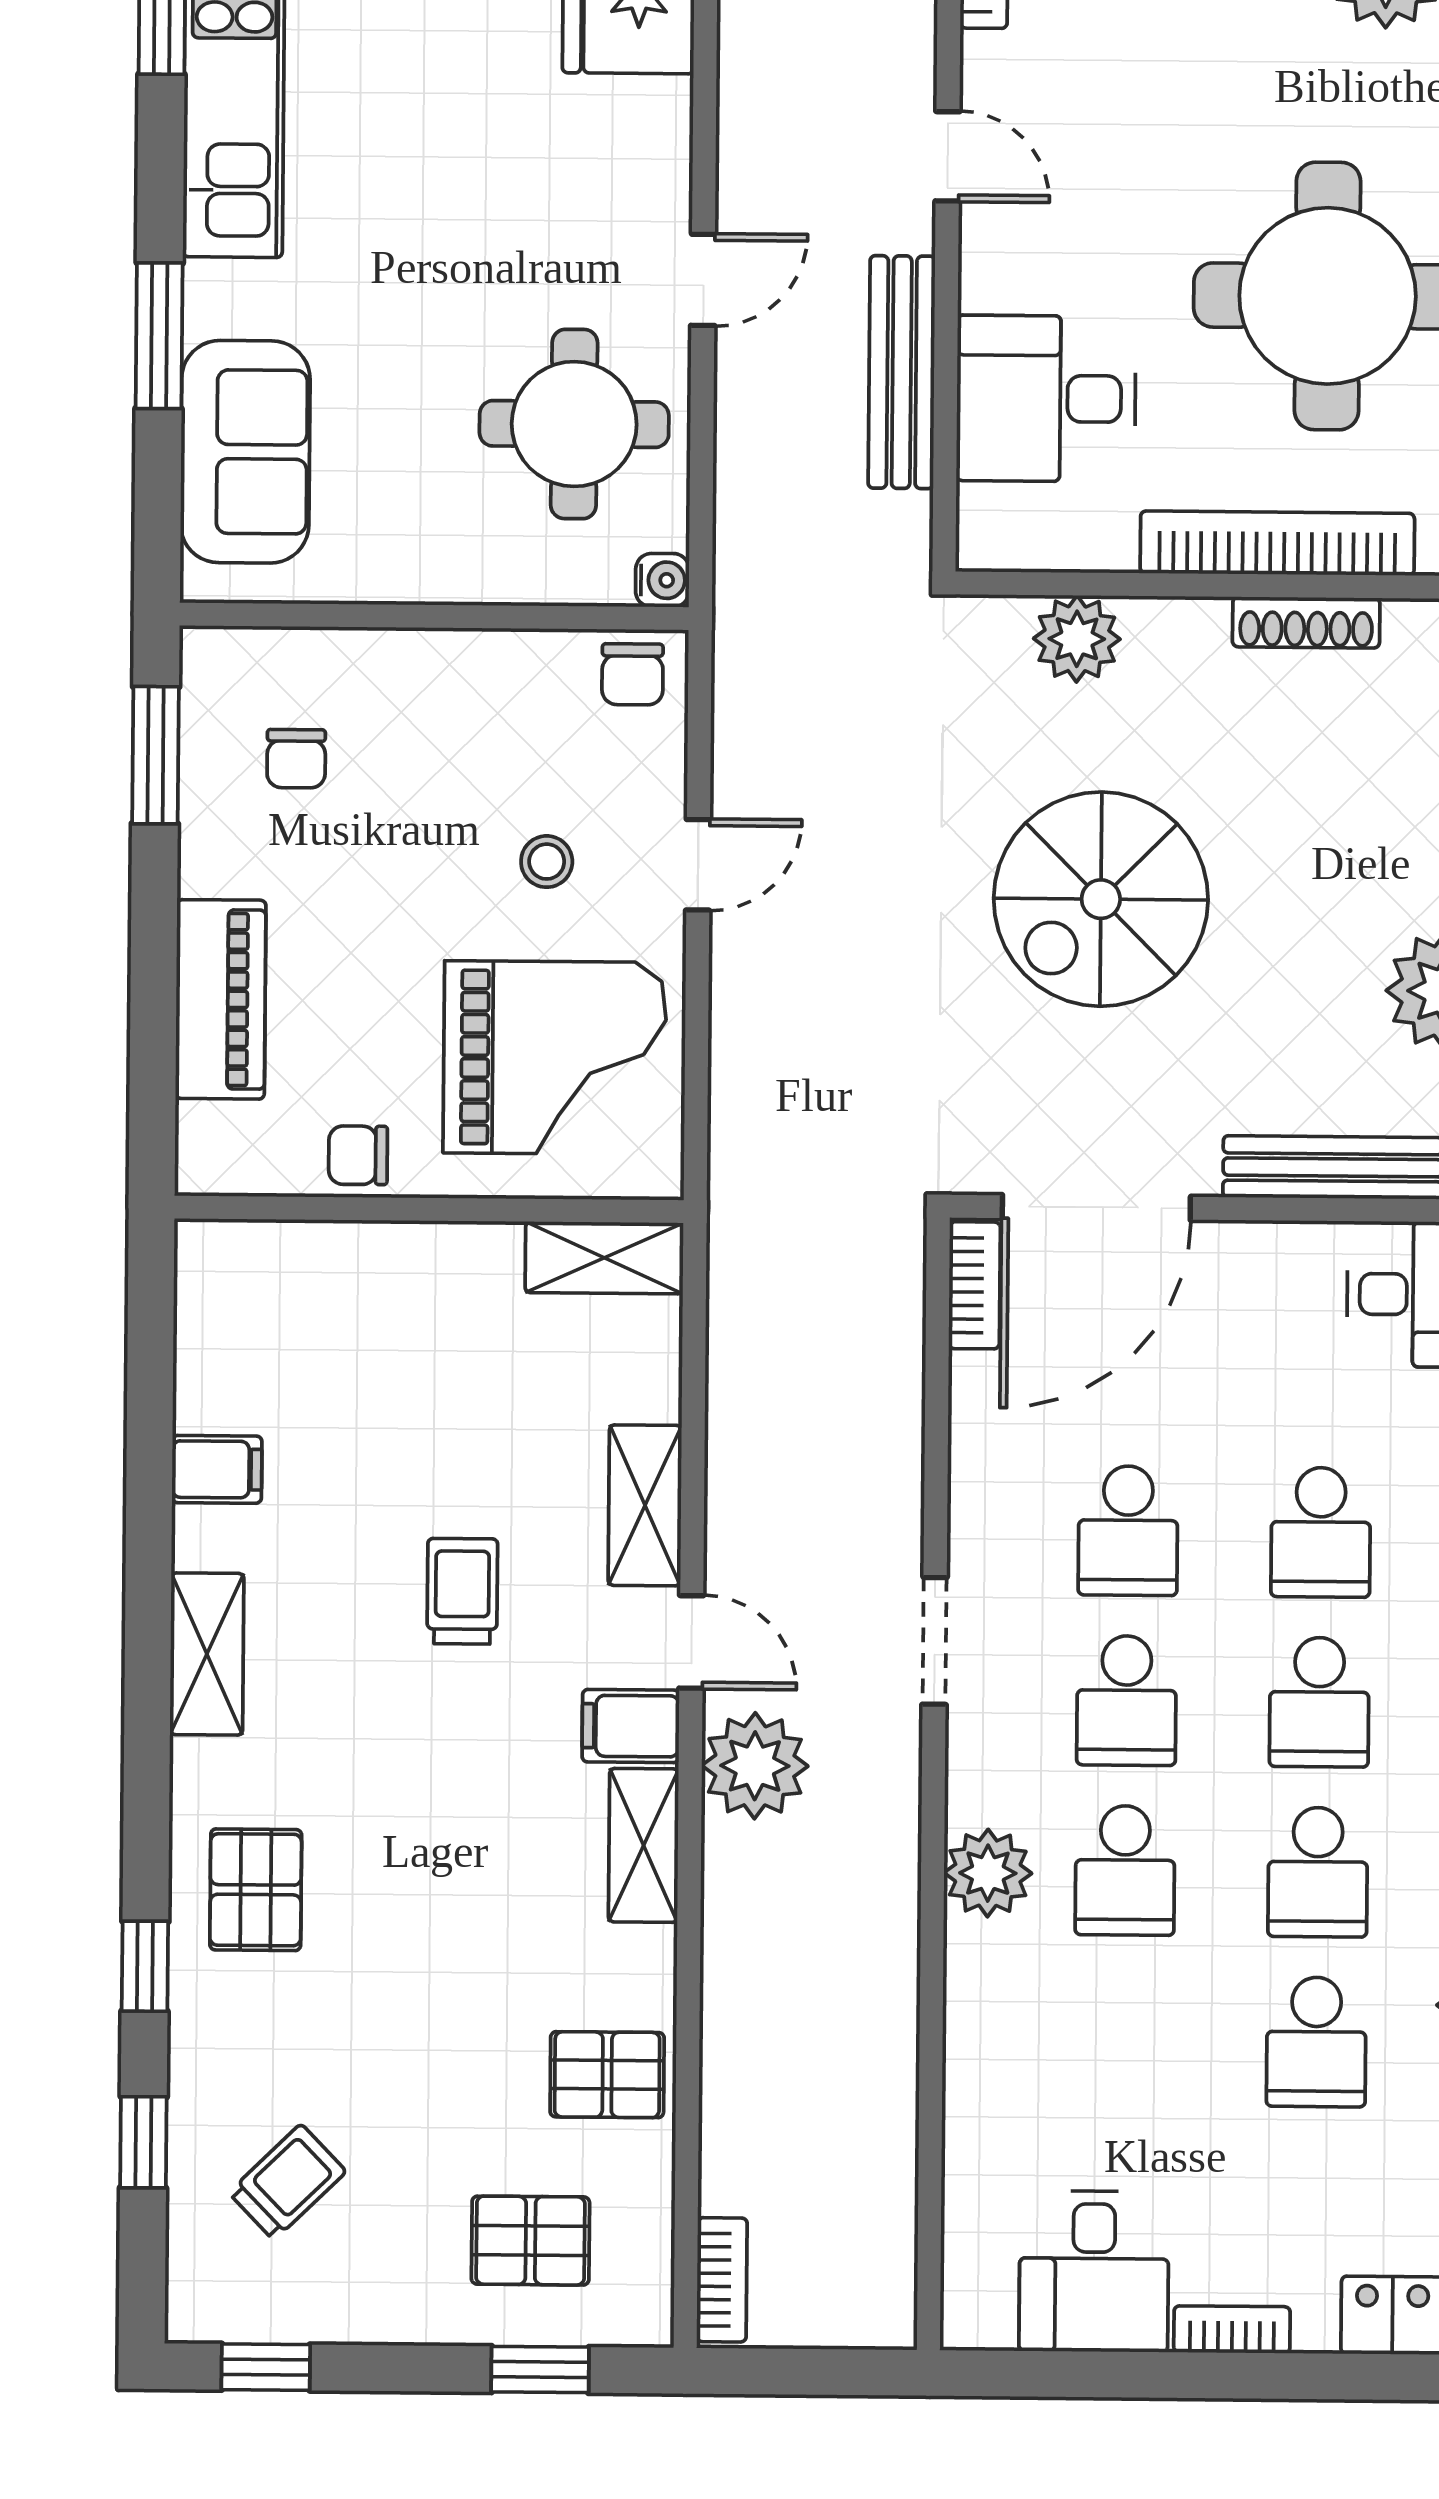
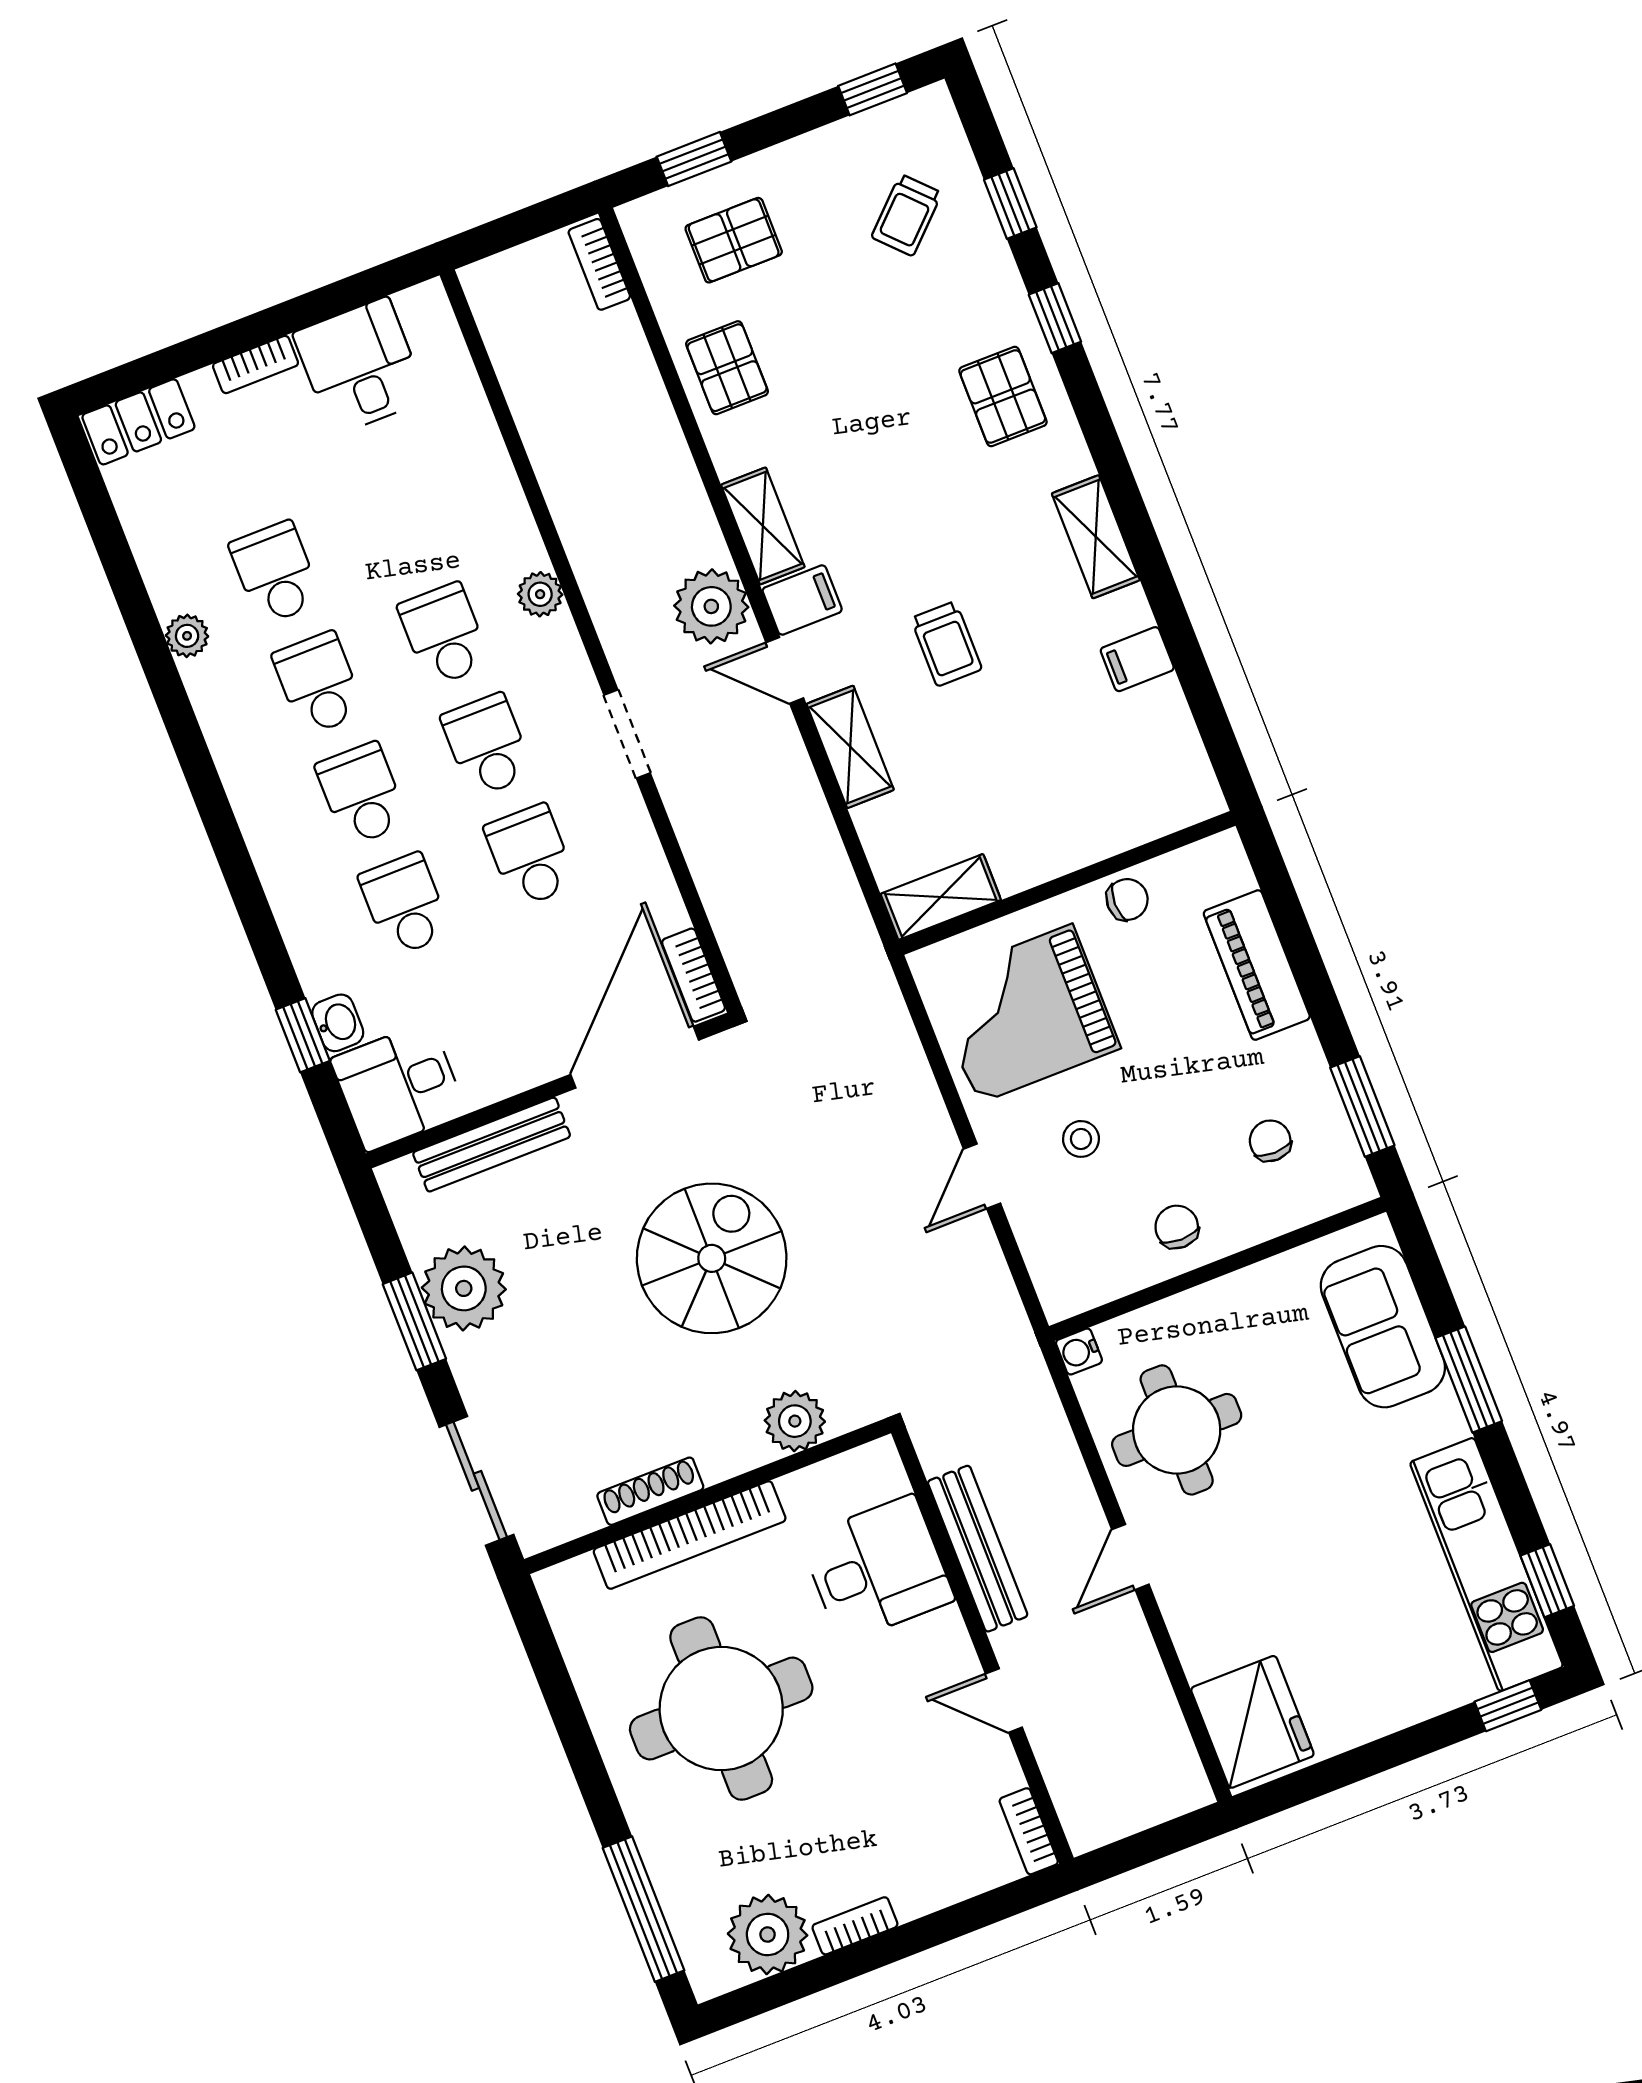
chair: (632, 674) -> (1177, 1227), moved
plant: (988, 1873) -> (540, 594), width x0.73, depth x0.73
pallet: (607, 2075) -> (727, 368), turned 90

